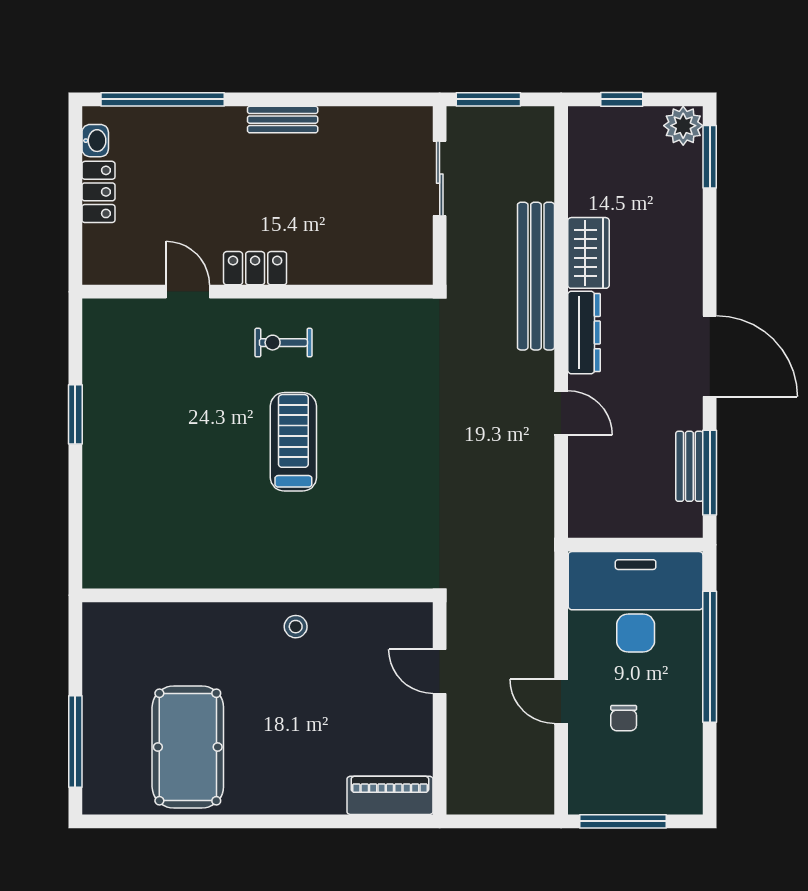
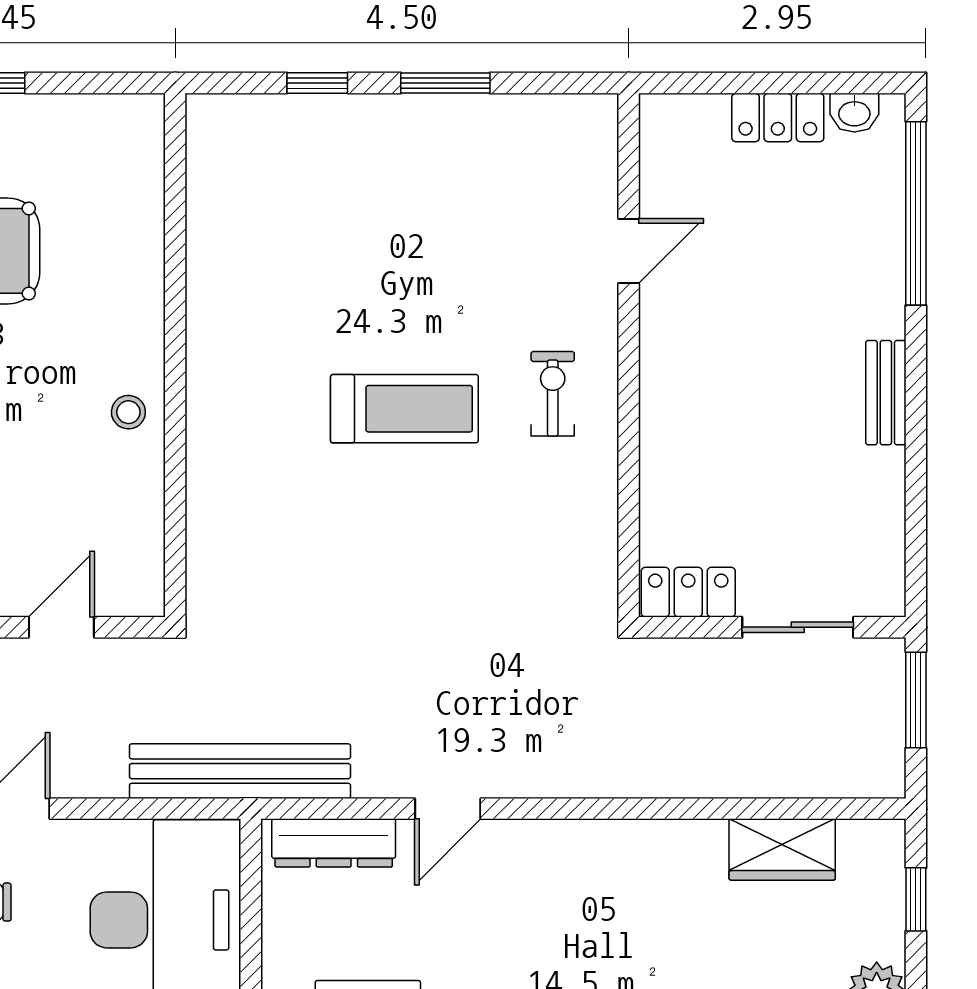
wardrobe: (588, 253) -> (782, 850), moved
locker: (255, 268) -> (688, 592), moved, turned -90
bench: (536, 276) -> (240, 771), moved
dresser: (584, 333) -> (334, 843), moved
window: (75, 500) -> (317, 83), added

